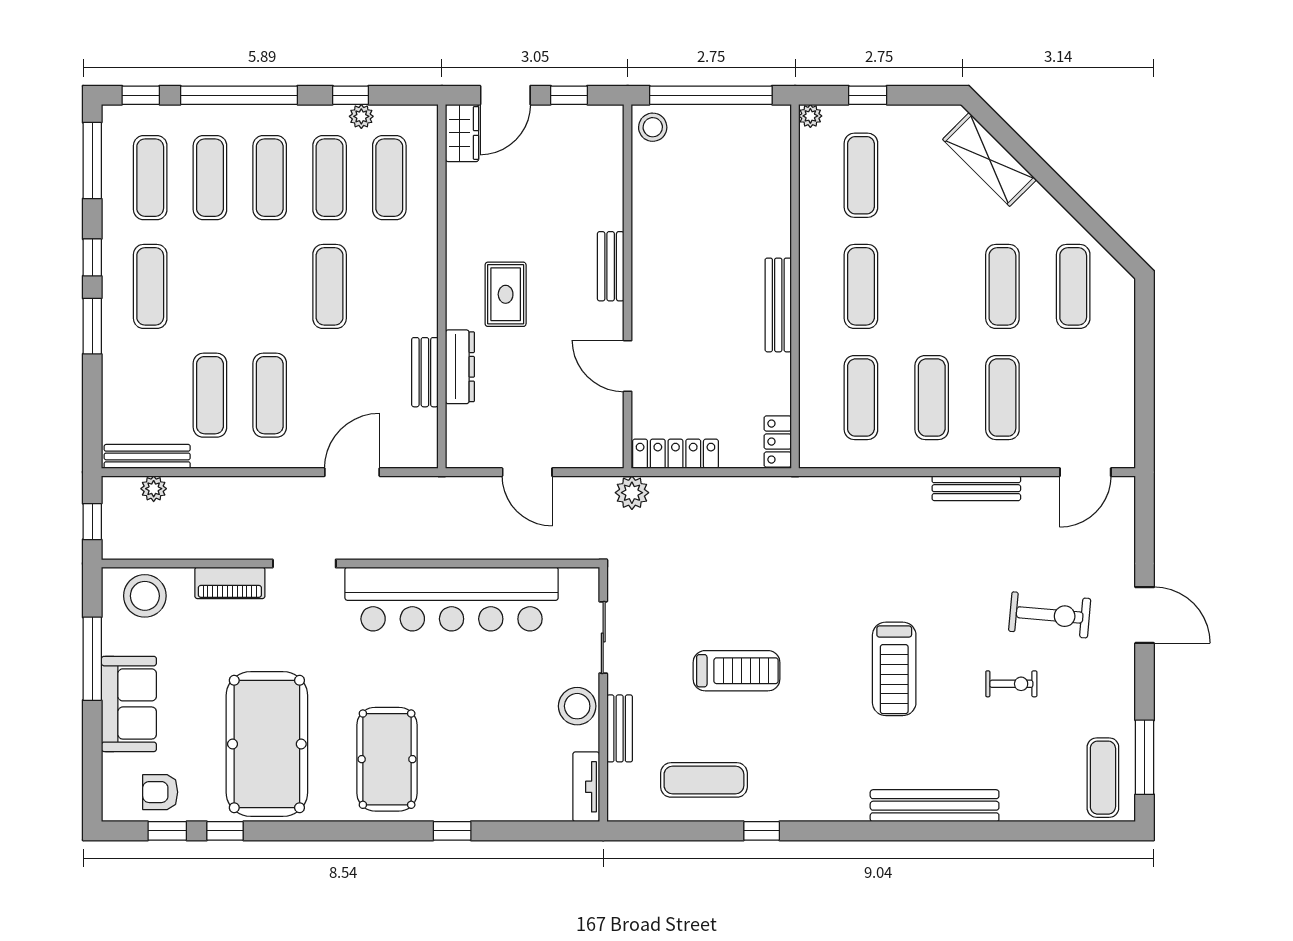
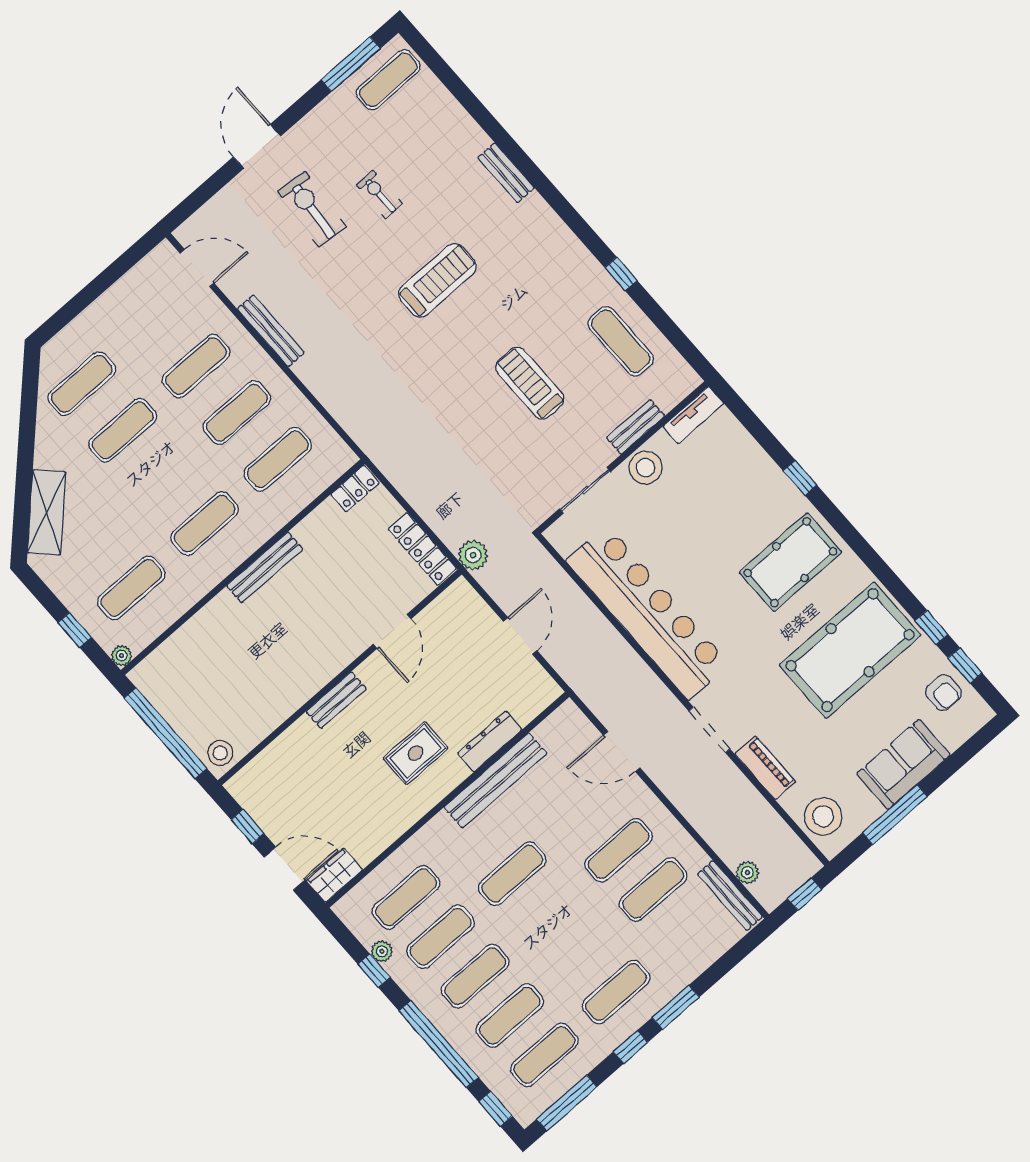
bench: (425, 372) -> (495, 780), width x1.86, depth x1.21
bench: (935, 806) -> (506, 173), width x0.54, depth x0.82

